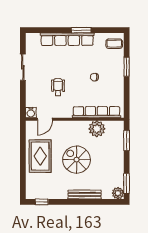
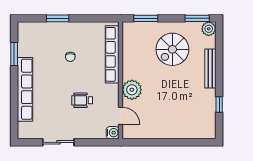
window: (81, 30) -> (14, 54), moved
coffee table: (114, 44) -> (30, 33), removed
plant: (97, 129) -> (132, 90), moved
rug: (40, 156) -> (165, 122), removed
spiral stairs: (77, 160) -> (172, 49), moved
window: (42, 202) -> (219, 105), moved

